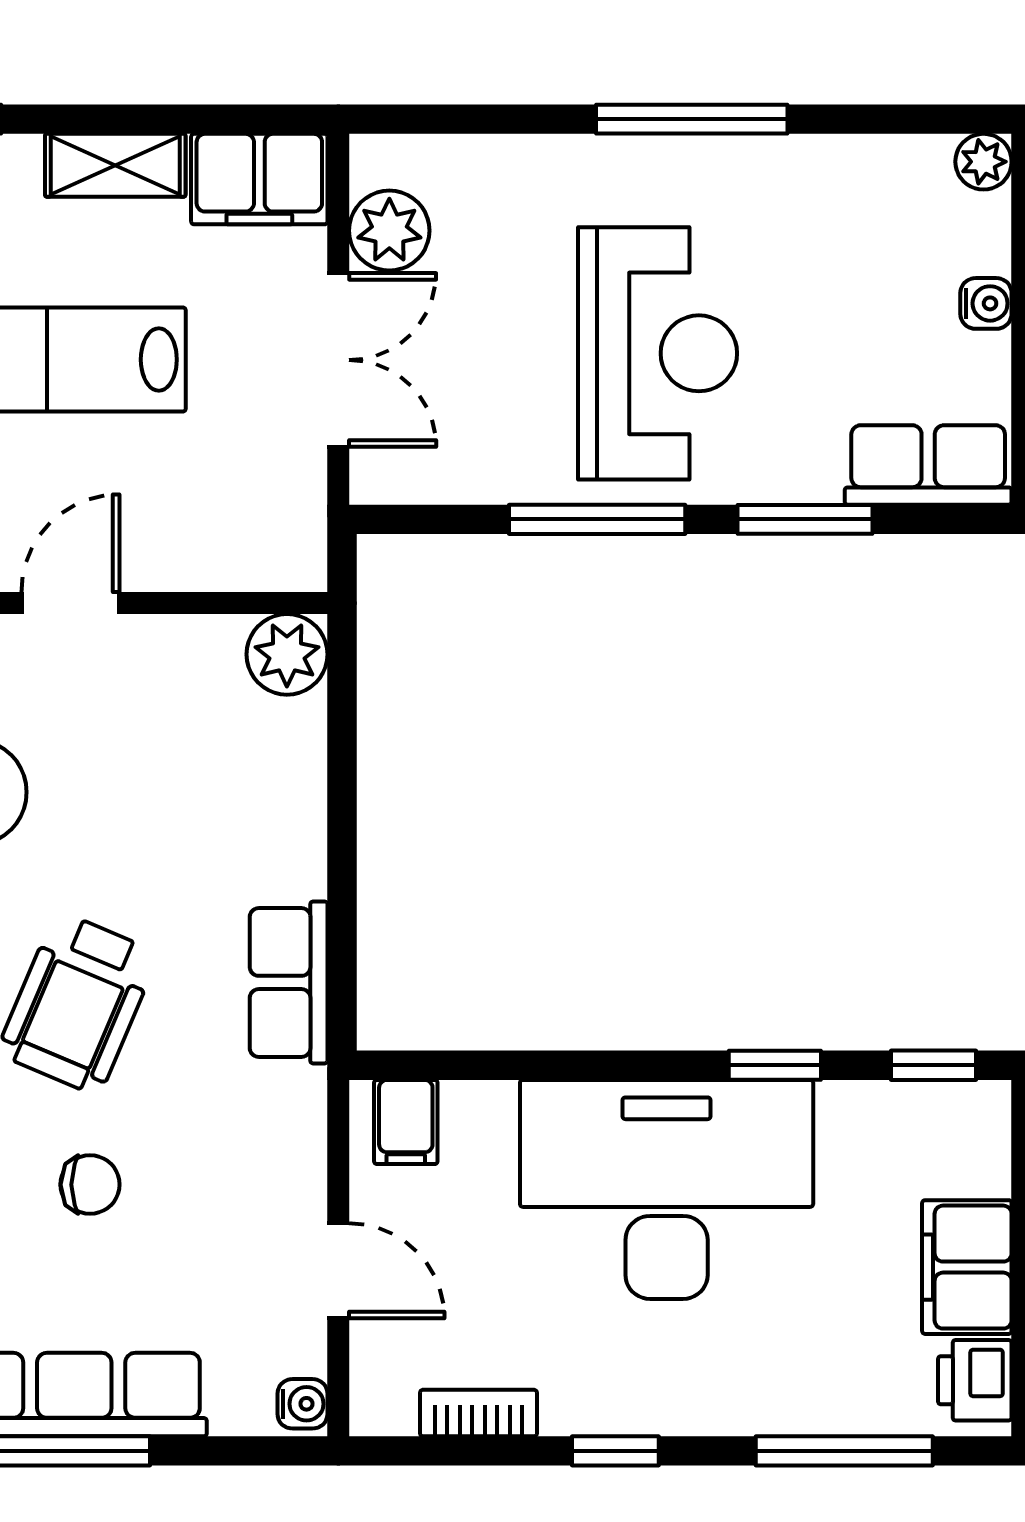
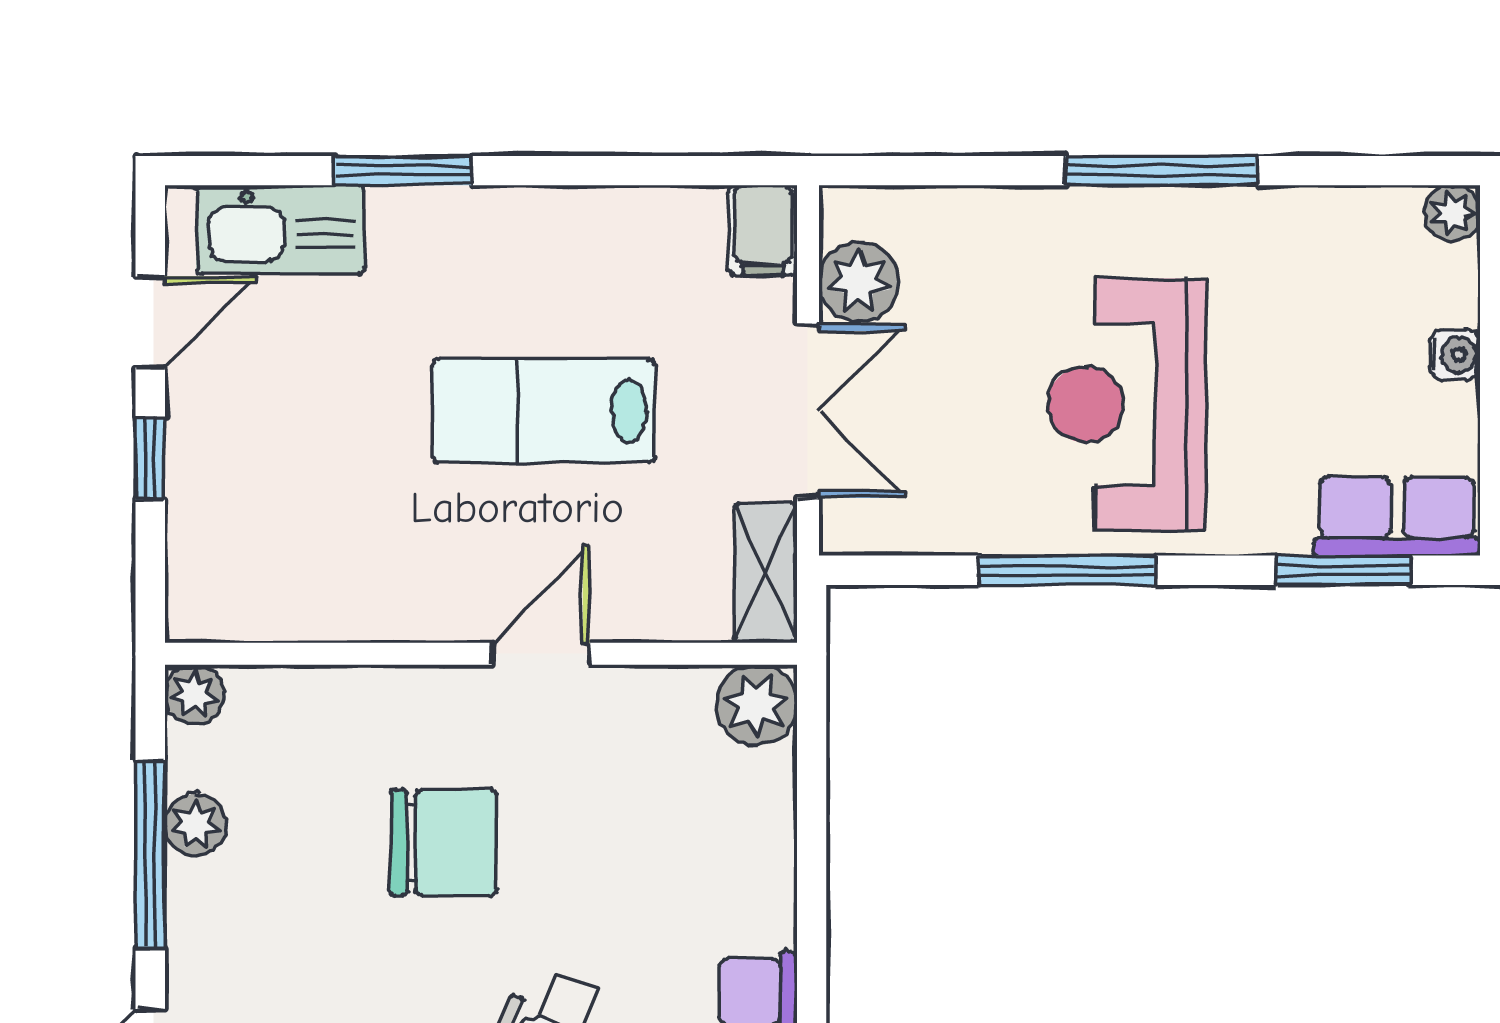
shelving: (115, 165) -> (765, 573), moved, turned 90
filing cabinet: (259, 179) -> (763, 230), width x0.50
reception desk: (658, 353) -> (1127, 404), turned 180
window: (805, 519) -> (1343, 570), moved

